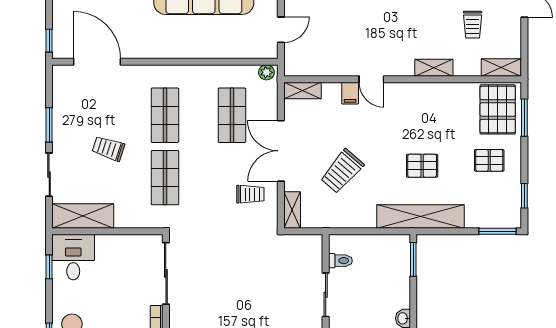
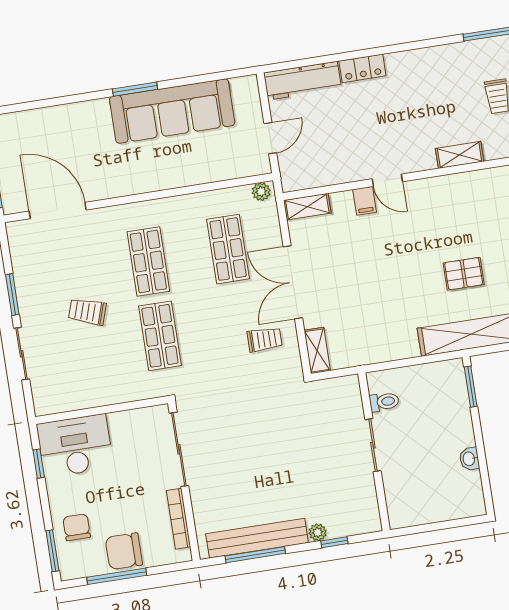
trolley: (342, 171) -> (369, 295), removed
shelving: (83, 216) -> (69, 397), removed
desk: (73, 257) -> (75, 446), width x1.37

